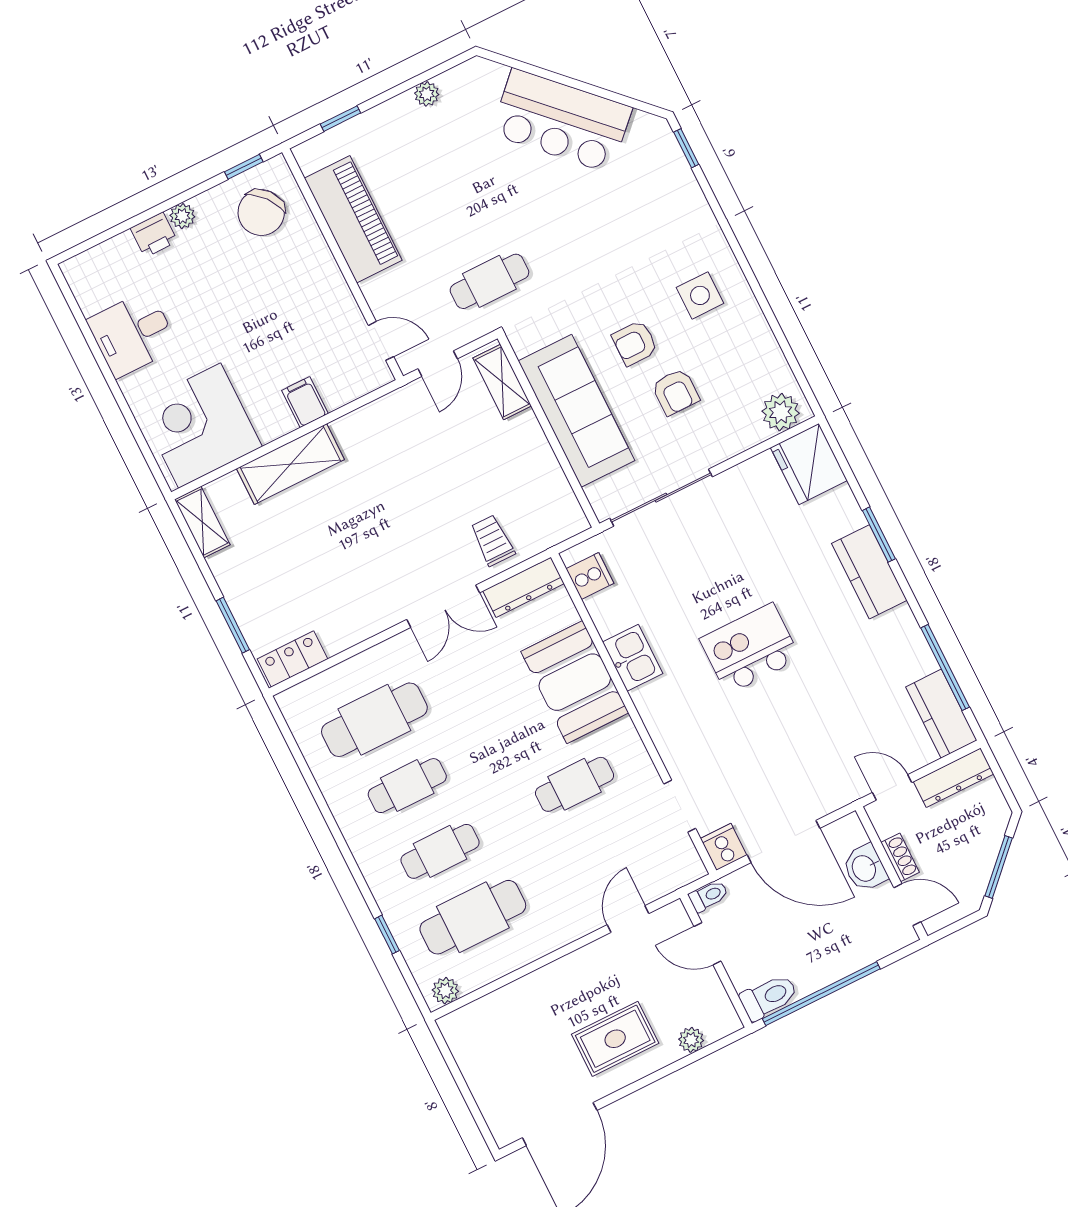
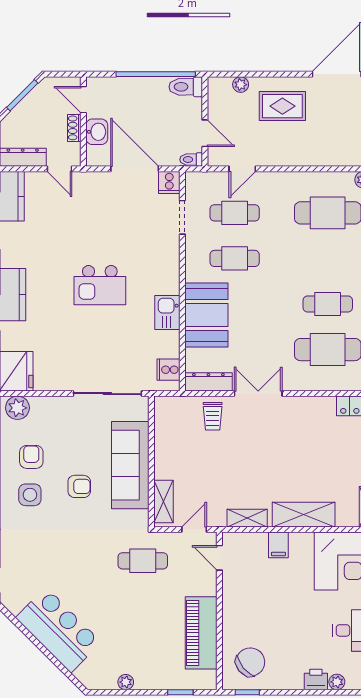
plant: (182, 216) -> (337, 682), moved
armchair: (676, 392) -> (31, 457), moved
shelving: (370, 418) -> (247, 518), added
cafe table: (440, 851) -> (235, 213), moved

